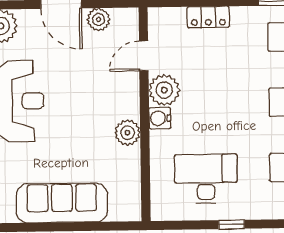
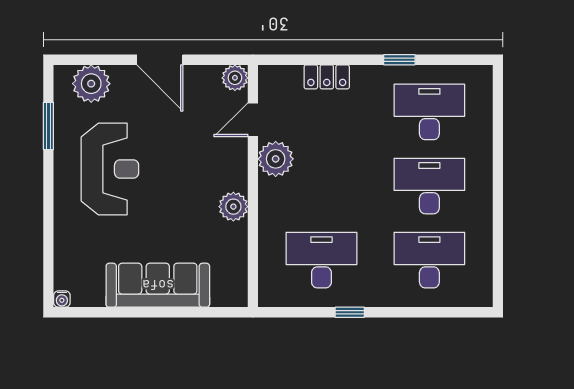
plant: (99, 19) -> (235, 78), moved
water cooler: (160, 118) -> (270, 191), removed

